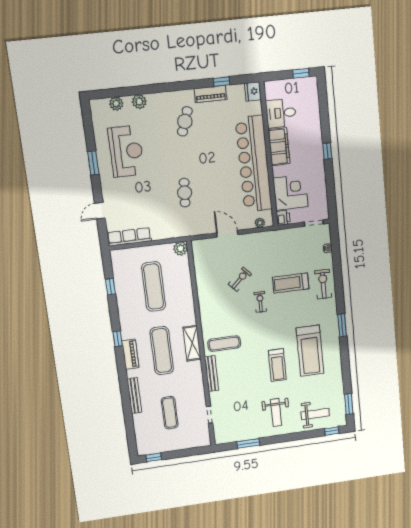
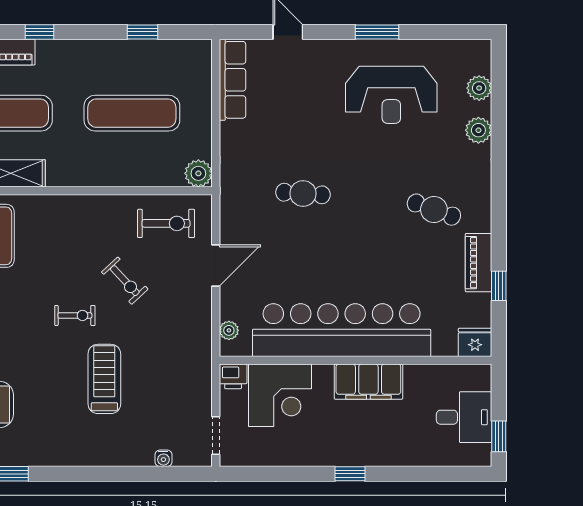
desk: (281, 113) -> (464, 417), moved, turned 90
exercise bike: (323, 284) -> (166, 223), moved

